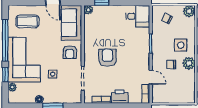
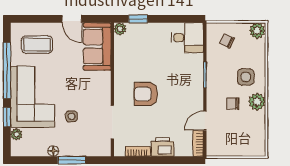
armchair: (70, 52) -> (95, 87), removed
armchair: (107, 58) -> (146, 94), turned -90
door: (151, 77) -> (205, 121), swing flipped

